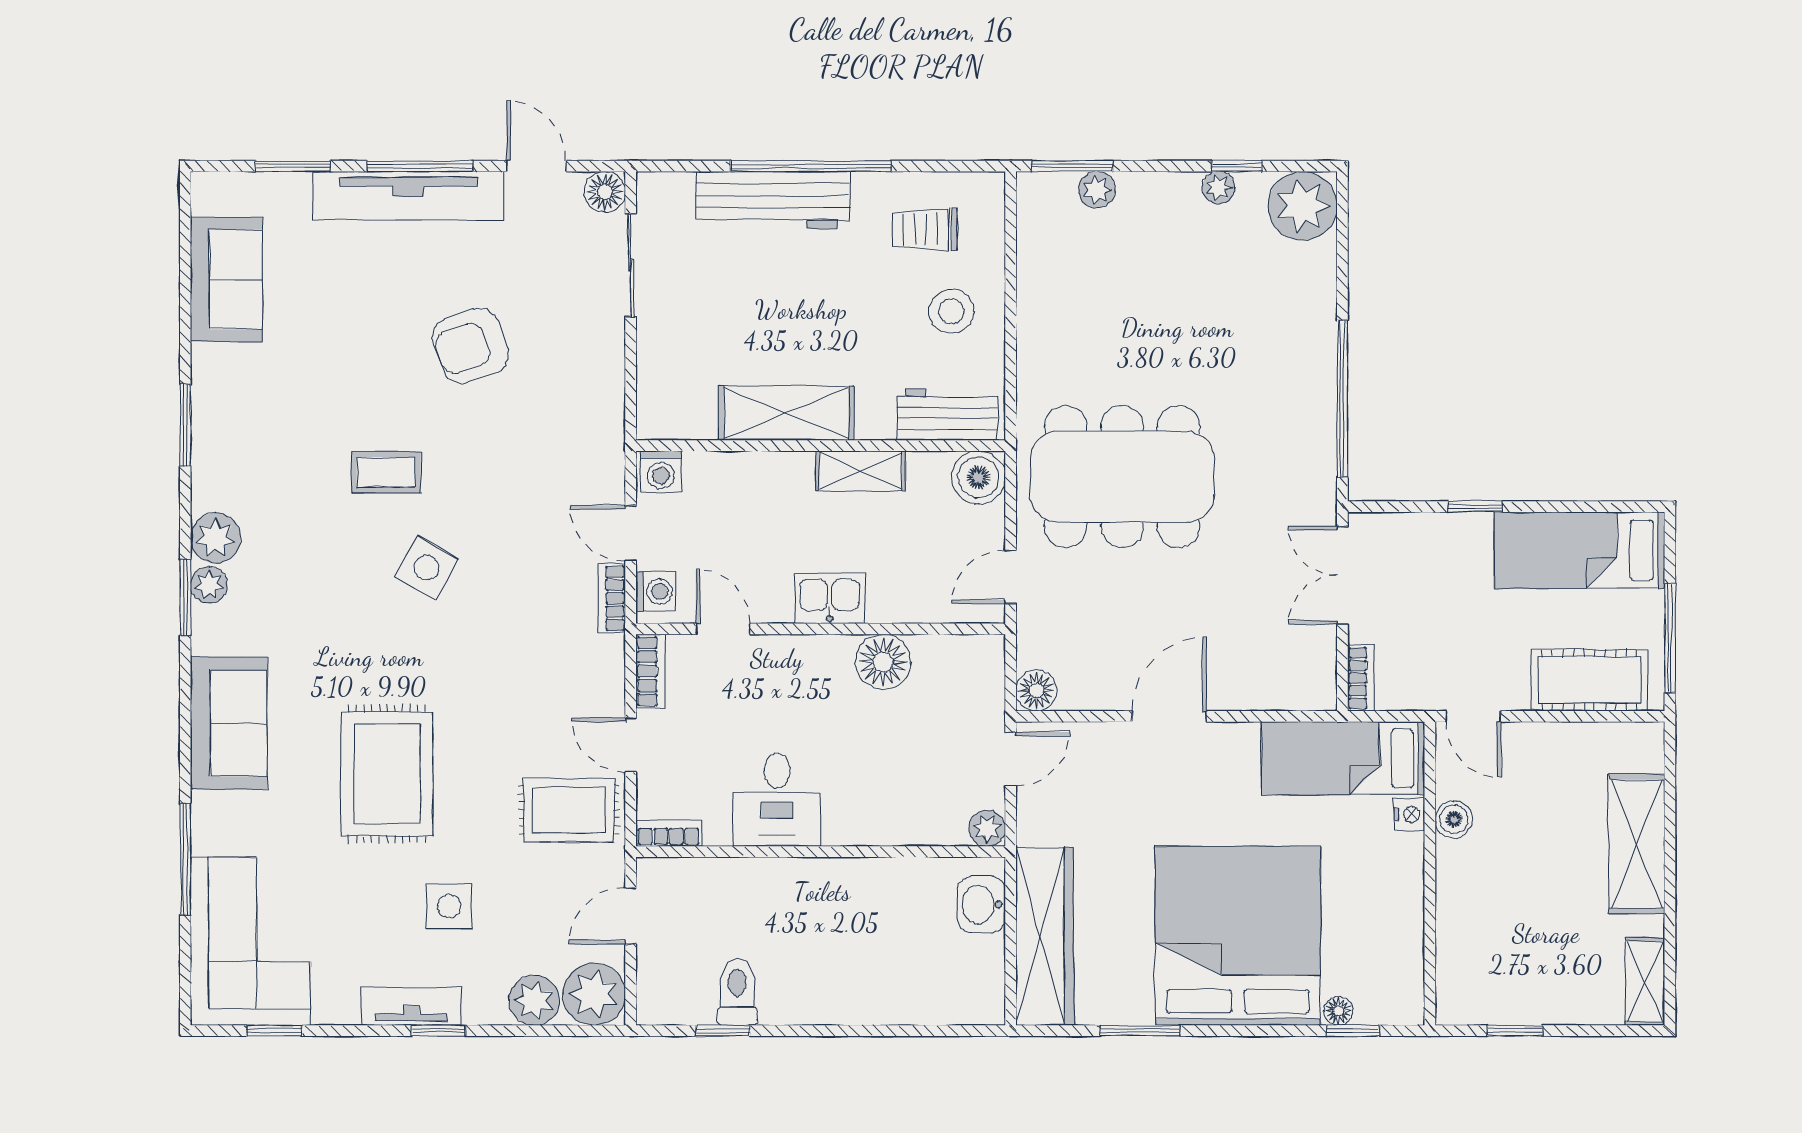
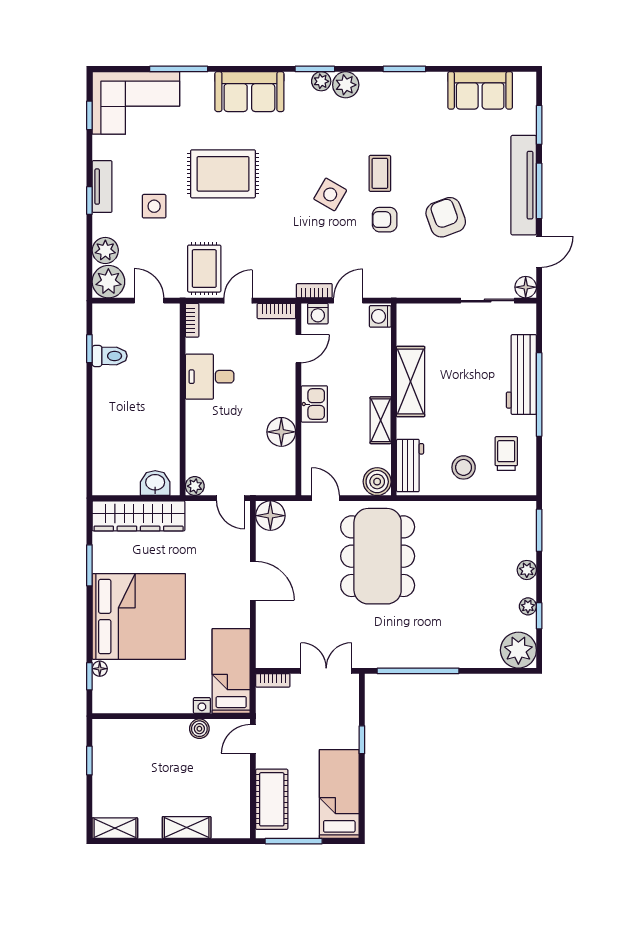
plant: (1097, 190) -> (527, 570), moved
armchair: (475, 463) -> (385, 220), added
floor lamp: (1036, 691) -> (270, 516), width x1.38, depth x1.38
shelving: (1637, 844) -> (187, 827), width x0.67, depth x0.75

